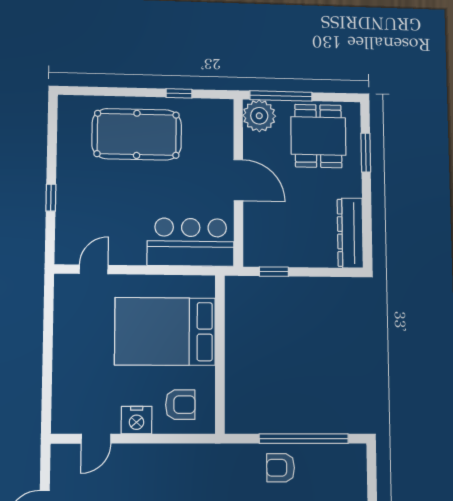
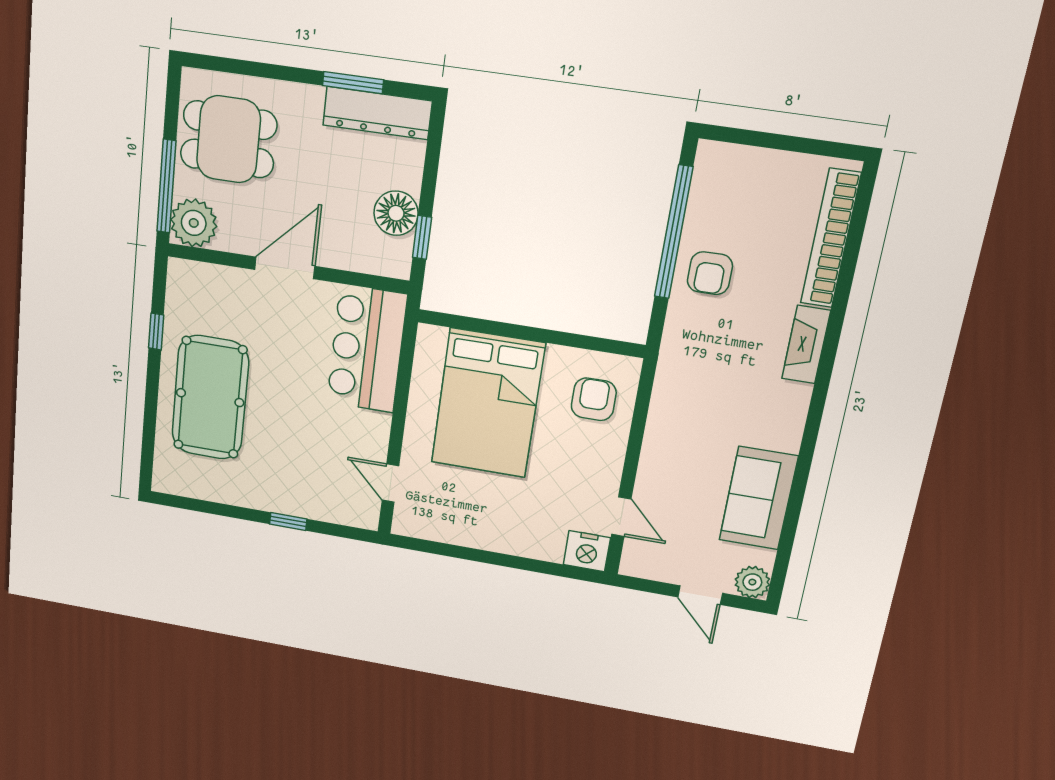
window: (366, 153) -> (353, 83), moved
floor lamp: (287, 252) -> (396, 213), added
nightstand: (137, 420) -> (587, 551), moved, turned 90

